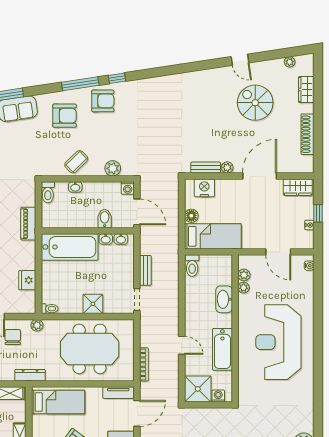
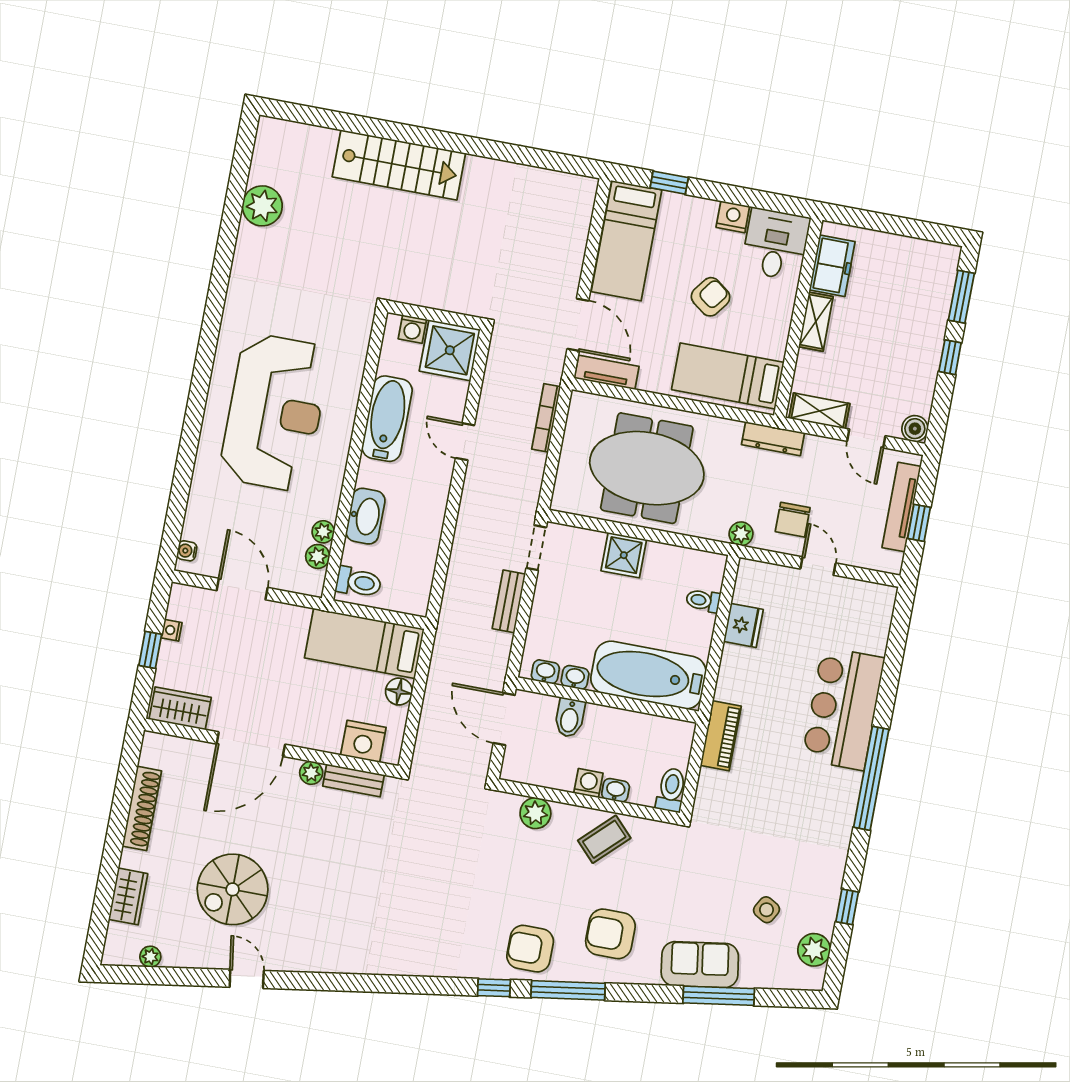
spiral stairs: (255, 103) -> (233, 889), turned 90
washing machine: (128, 188) -> (588, 783), moved
toilet: (192, 266) -> (359, 582), moved, turned 90
toilet: (50, 309) -> (703, 601), moved
door: (137, 413) -> (578, 325), swing flipped

